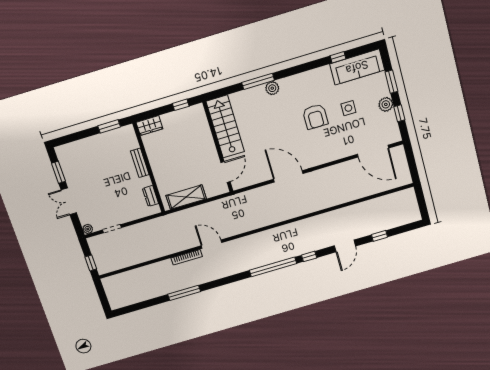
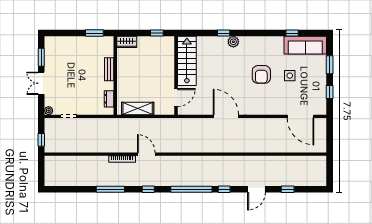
window: (258, 81) -> (224, 33), width x0.46
plant: (386, 104) -> (321, 82), removed
window: (226, 281) -> (148, 189), added

